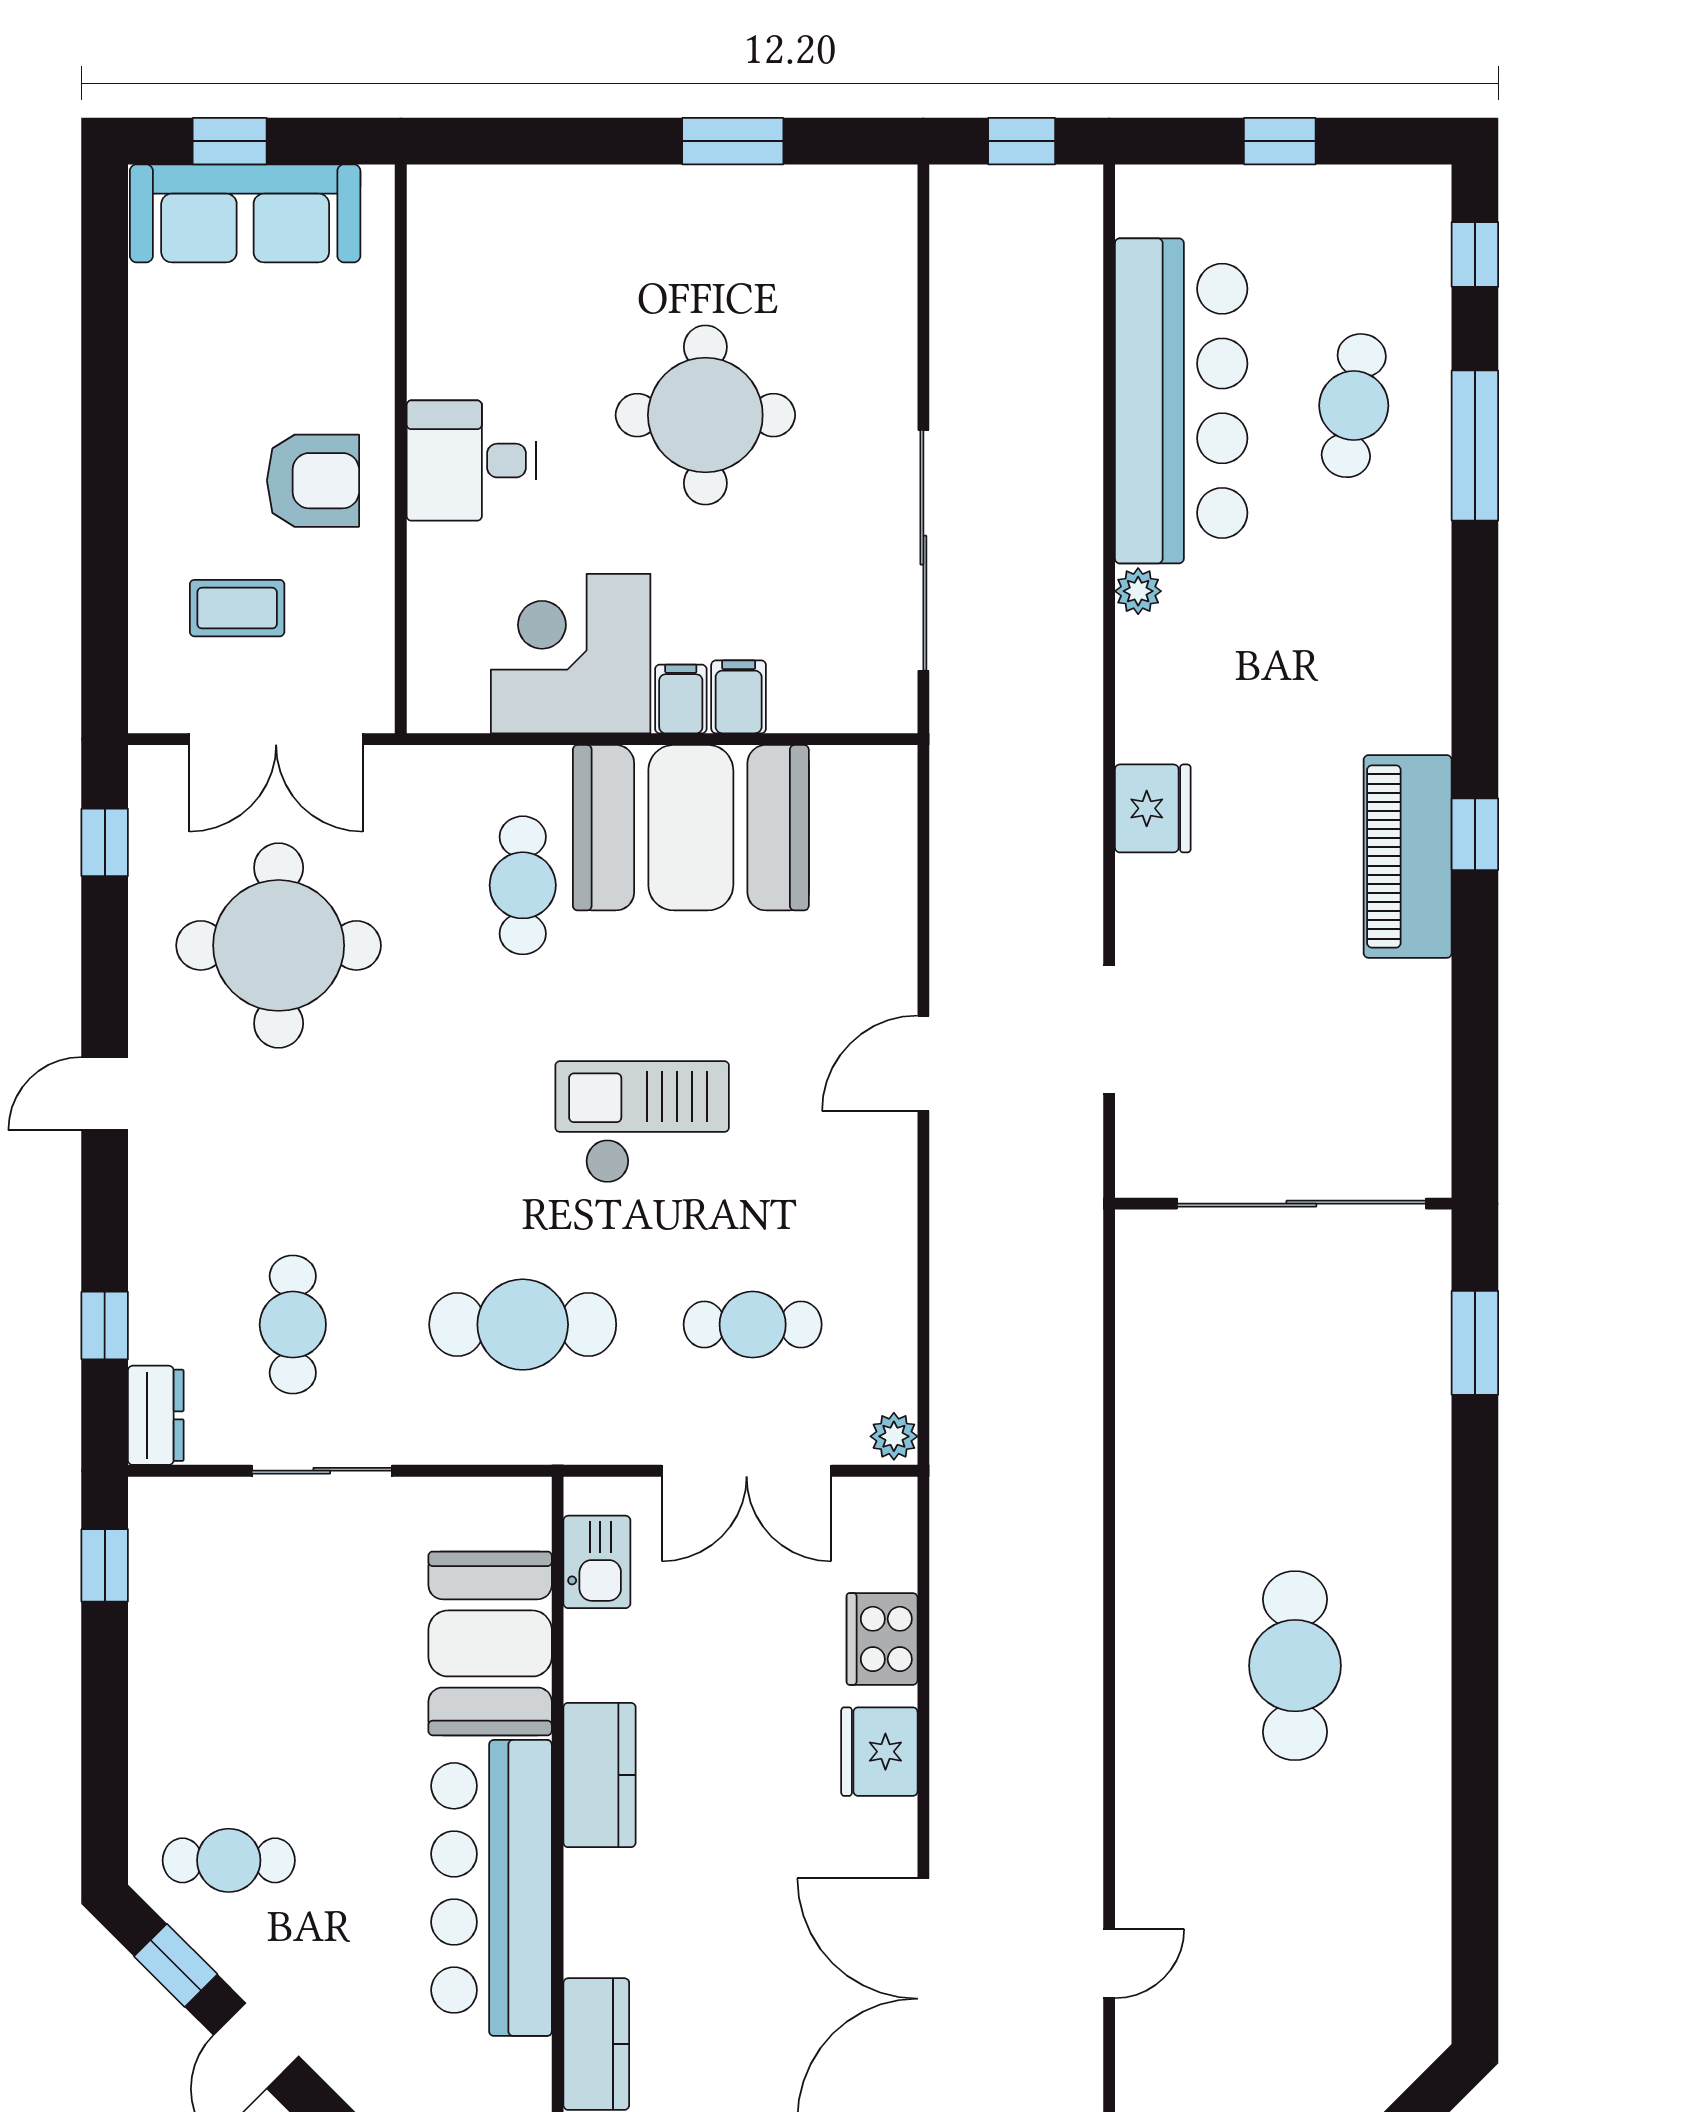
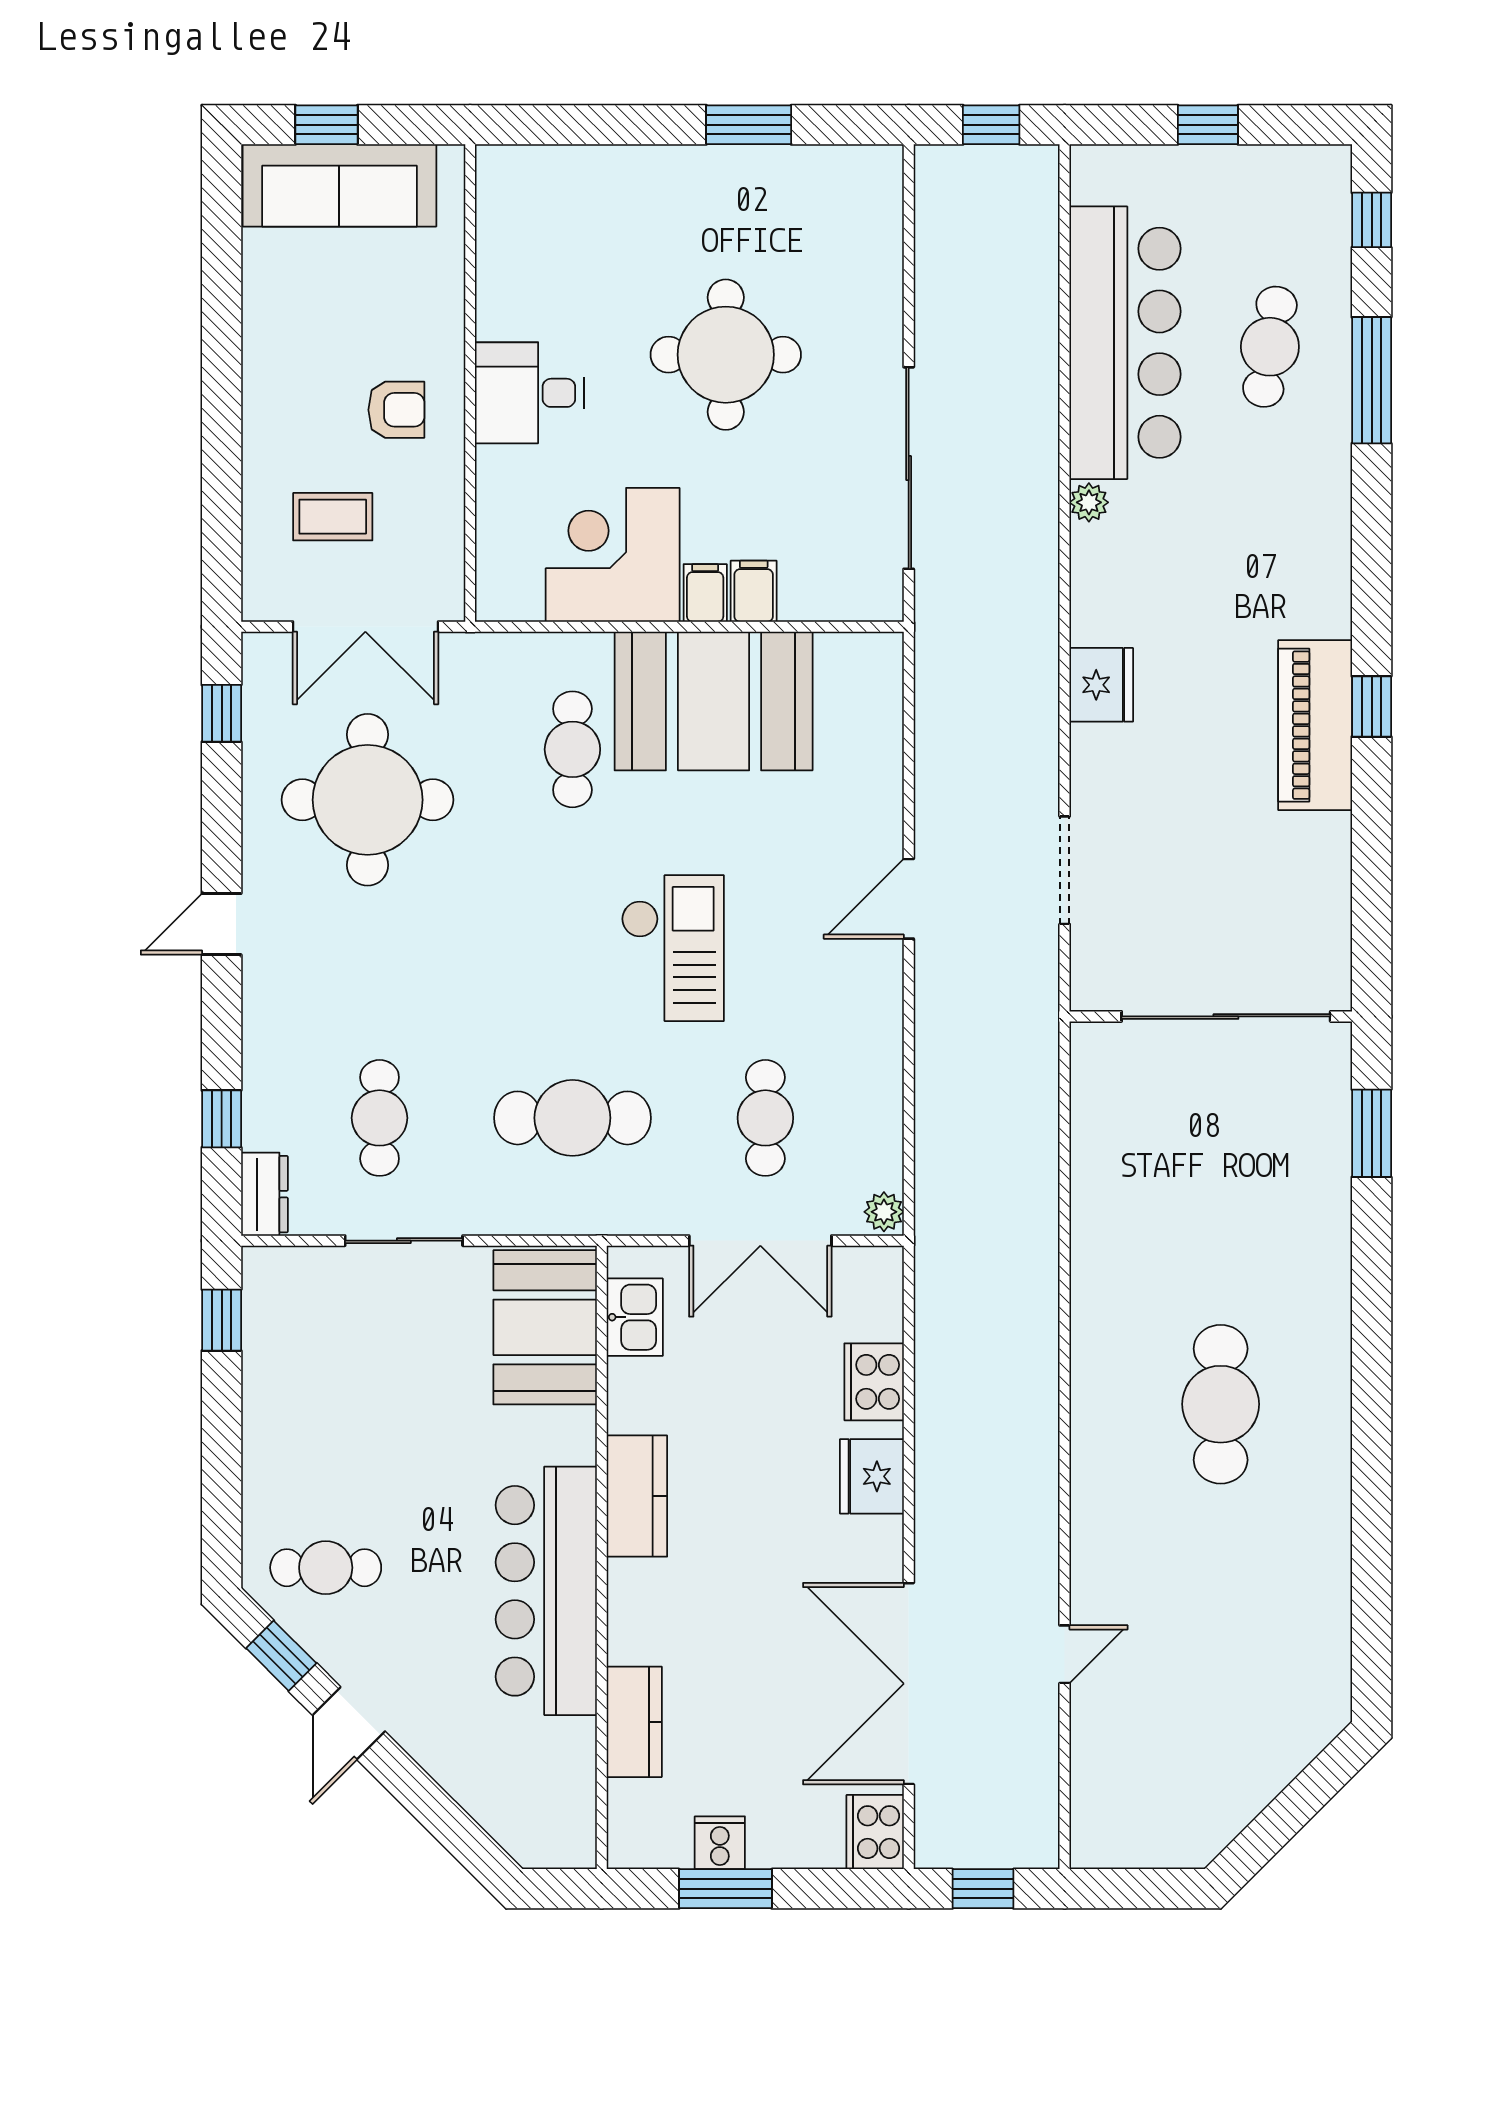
armchair: (313, 481) -> (396, 410), width x0.72, depth x0.72
checkout: (642, 1122) -> (673, 948), turned 90
cafe table: (753, 1325) -> (765, 1118), turned 90
booth: (490, 1643) -> (545, 1327), moved

